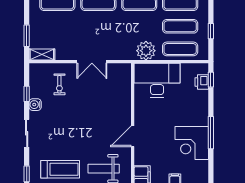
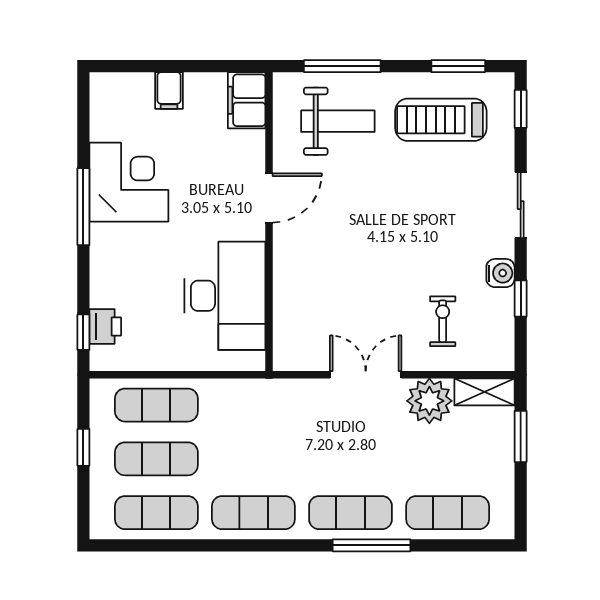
plant: (146, 51) -> (429, 401), moved
desk: (157, 80) -> (225, 296), moved, turned -90

